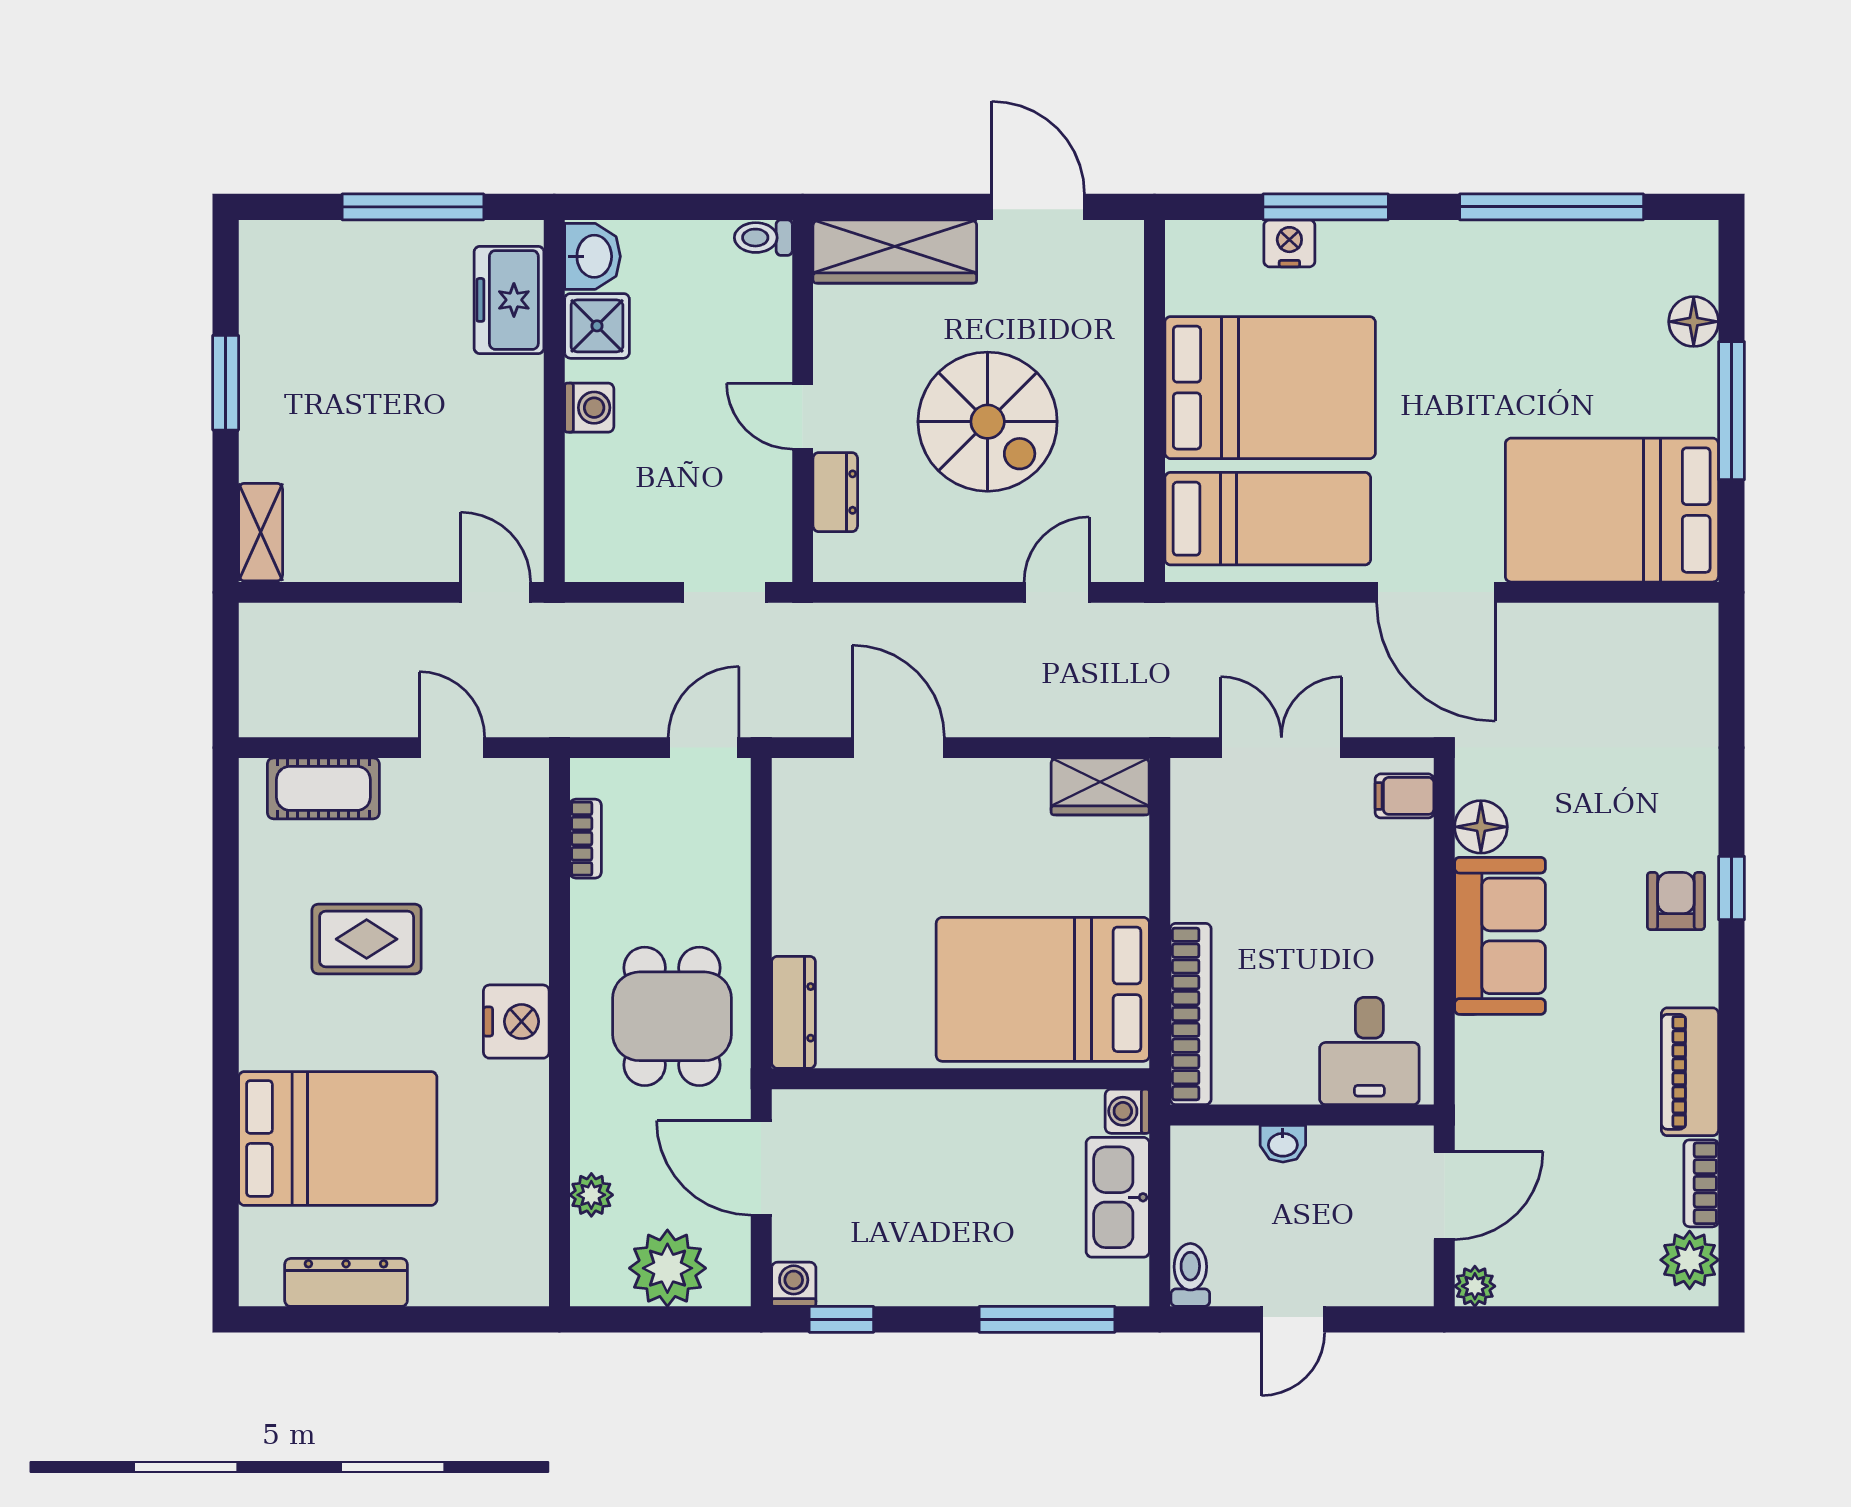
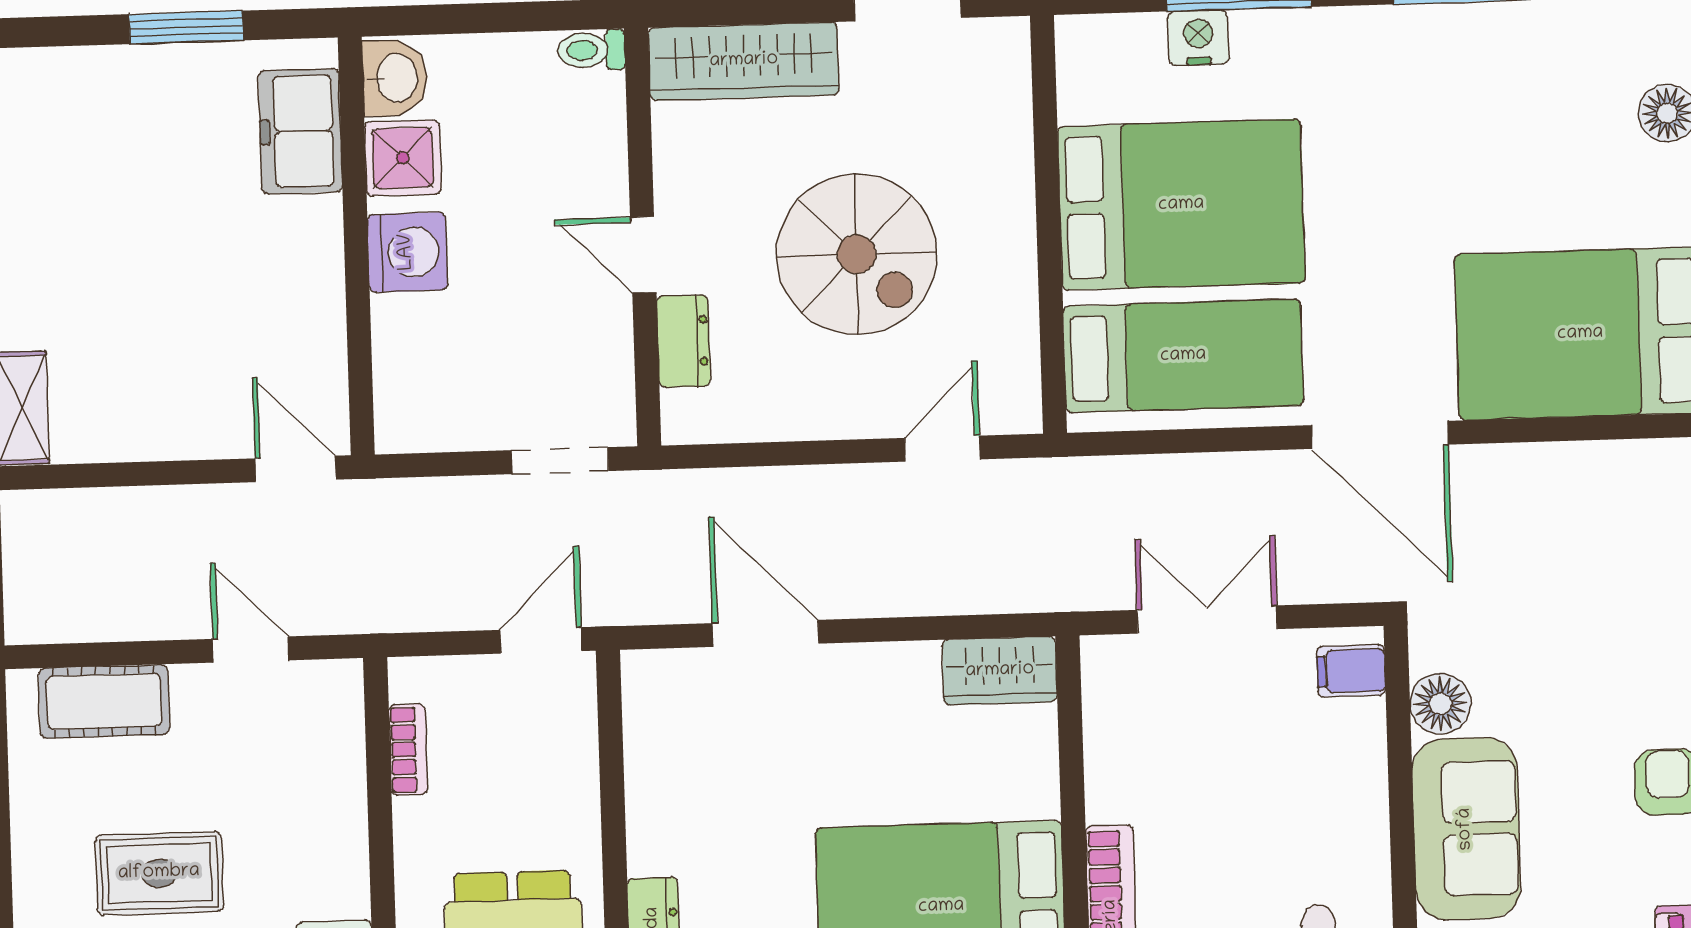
window: (413, 207) -> (186, 27), width x0.69
washing machine: (589, 408) -> (407, 252), width x1.38, depth x1.38

